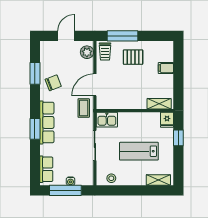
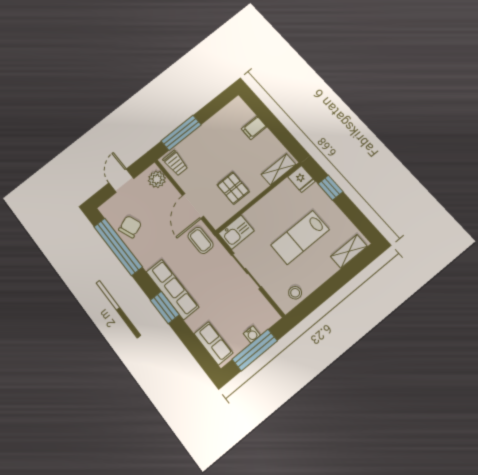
pallet: (133, 57) -> (233, 188), moved, turned 90
window: (35, 73) -> (118, 247), width x2.11
chair: (53, 83) -> (130, 227), moved

